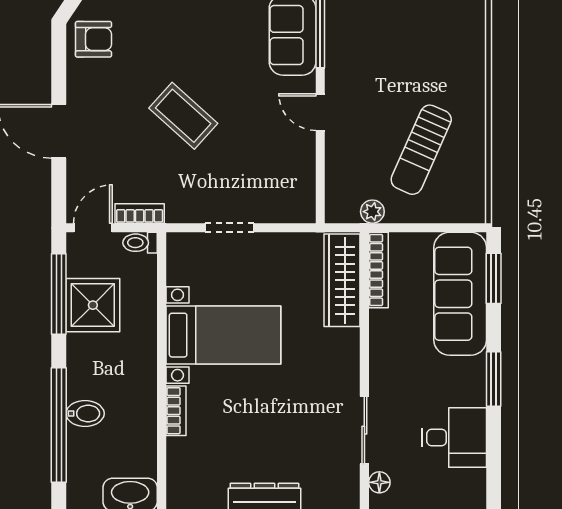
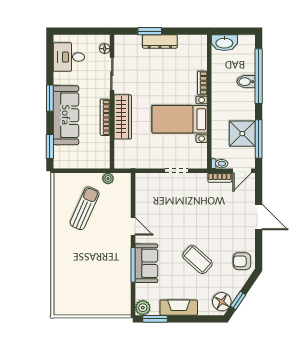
coffee table: (183, 116) -> (197, 260), moved
bookcase: (378, 270) -> (105, 117), moved
wardrobe: (342, 280) -> (123, 117), moved
sofa: (460, 294) -> (66, 115), moved
desk: (454, 438) -> (69, 57), moved

